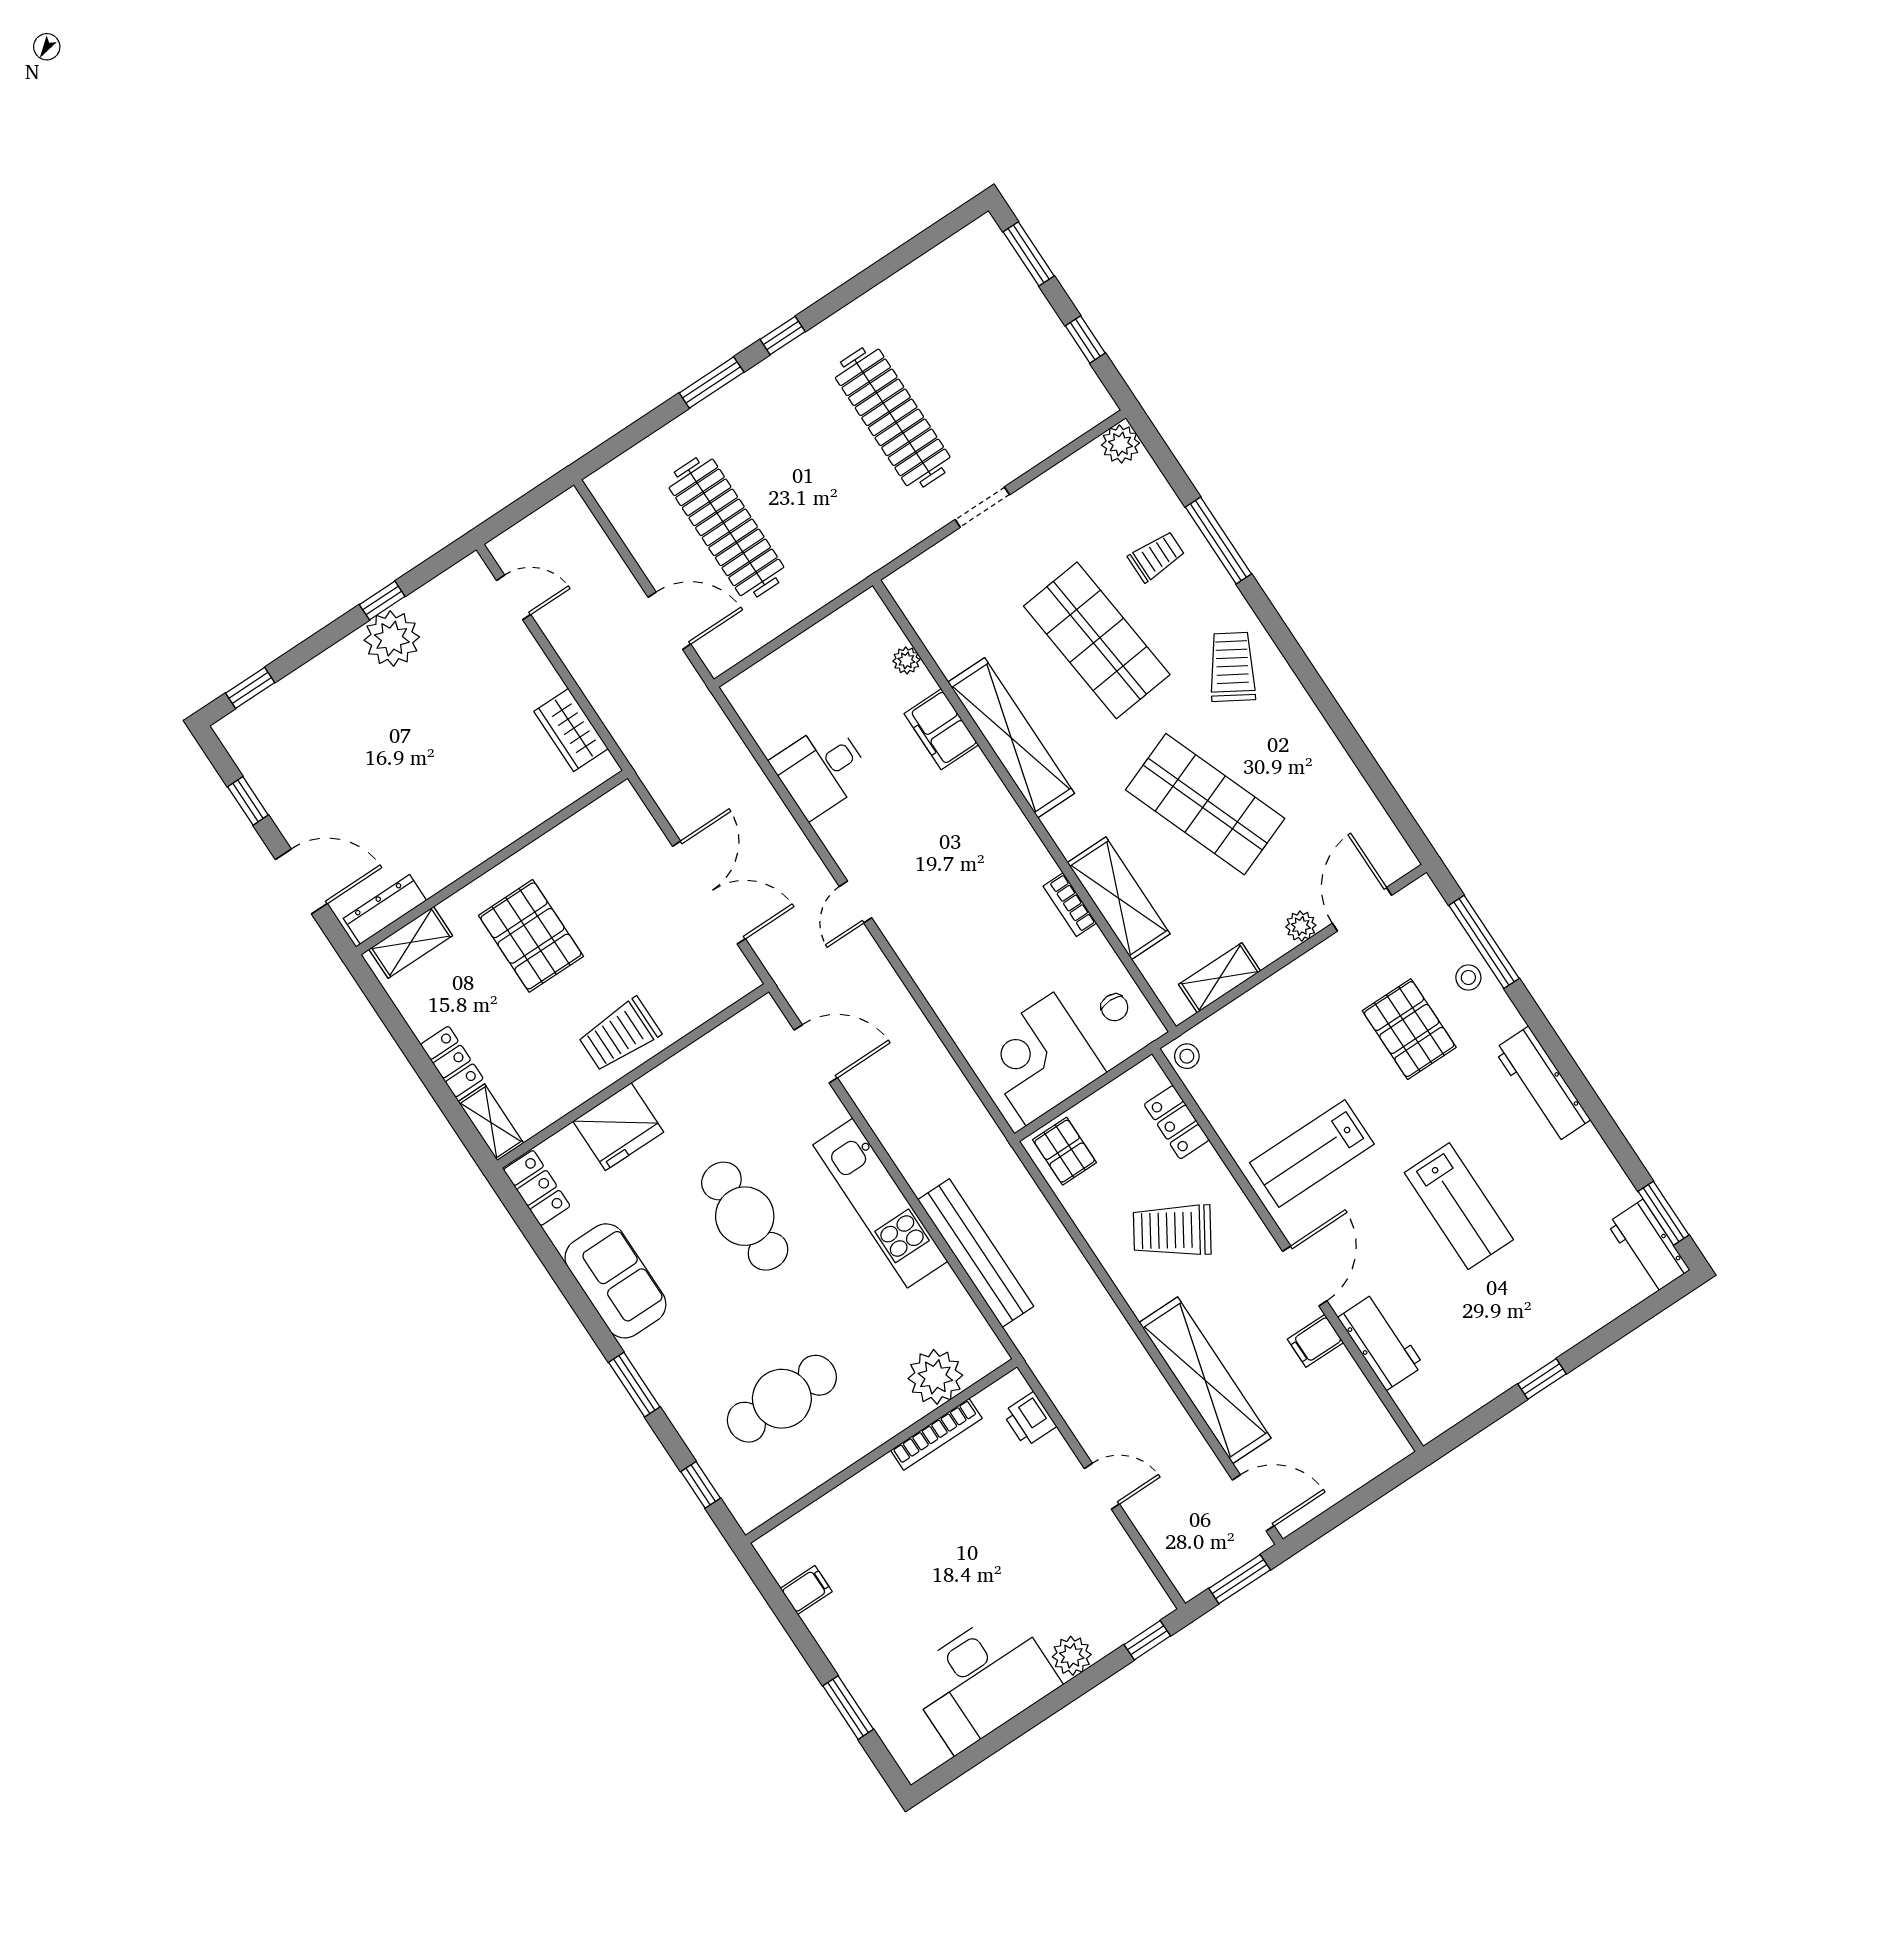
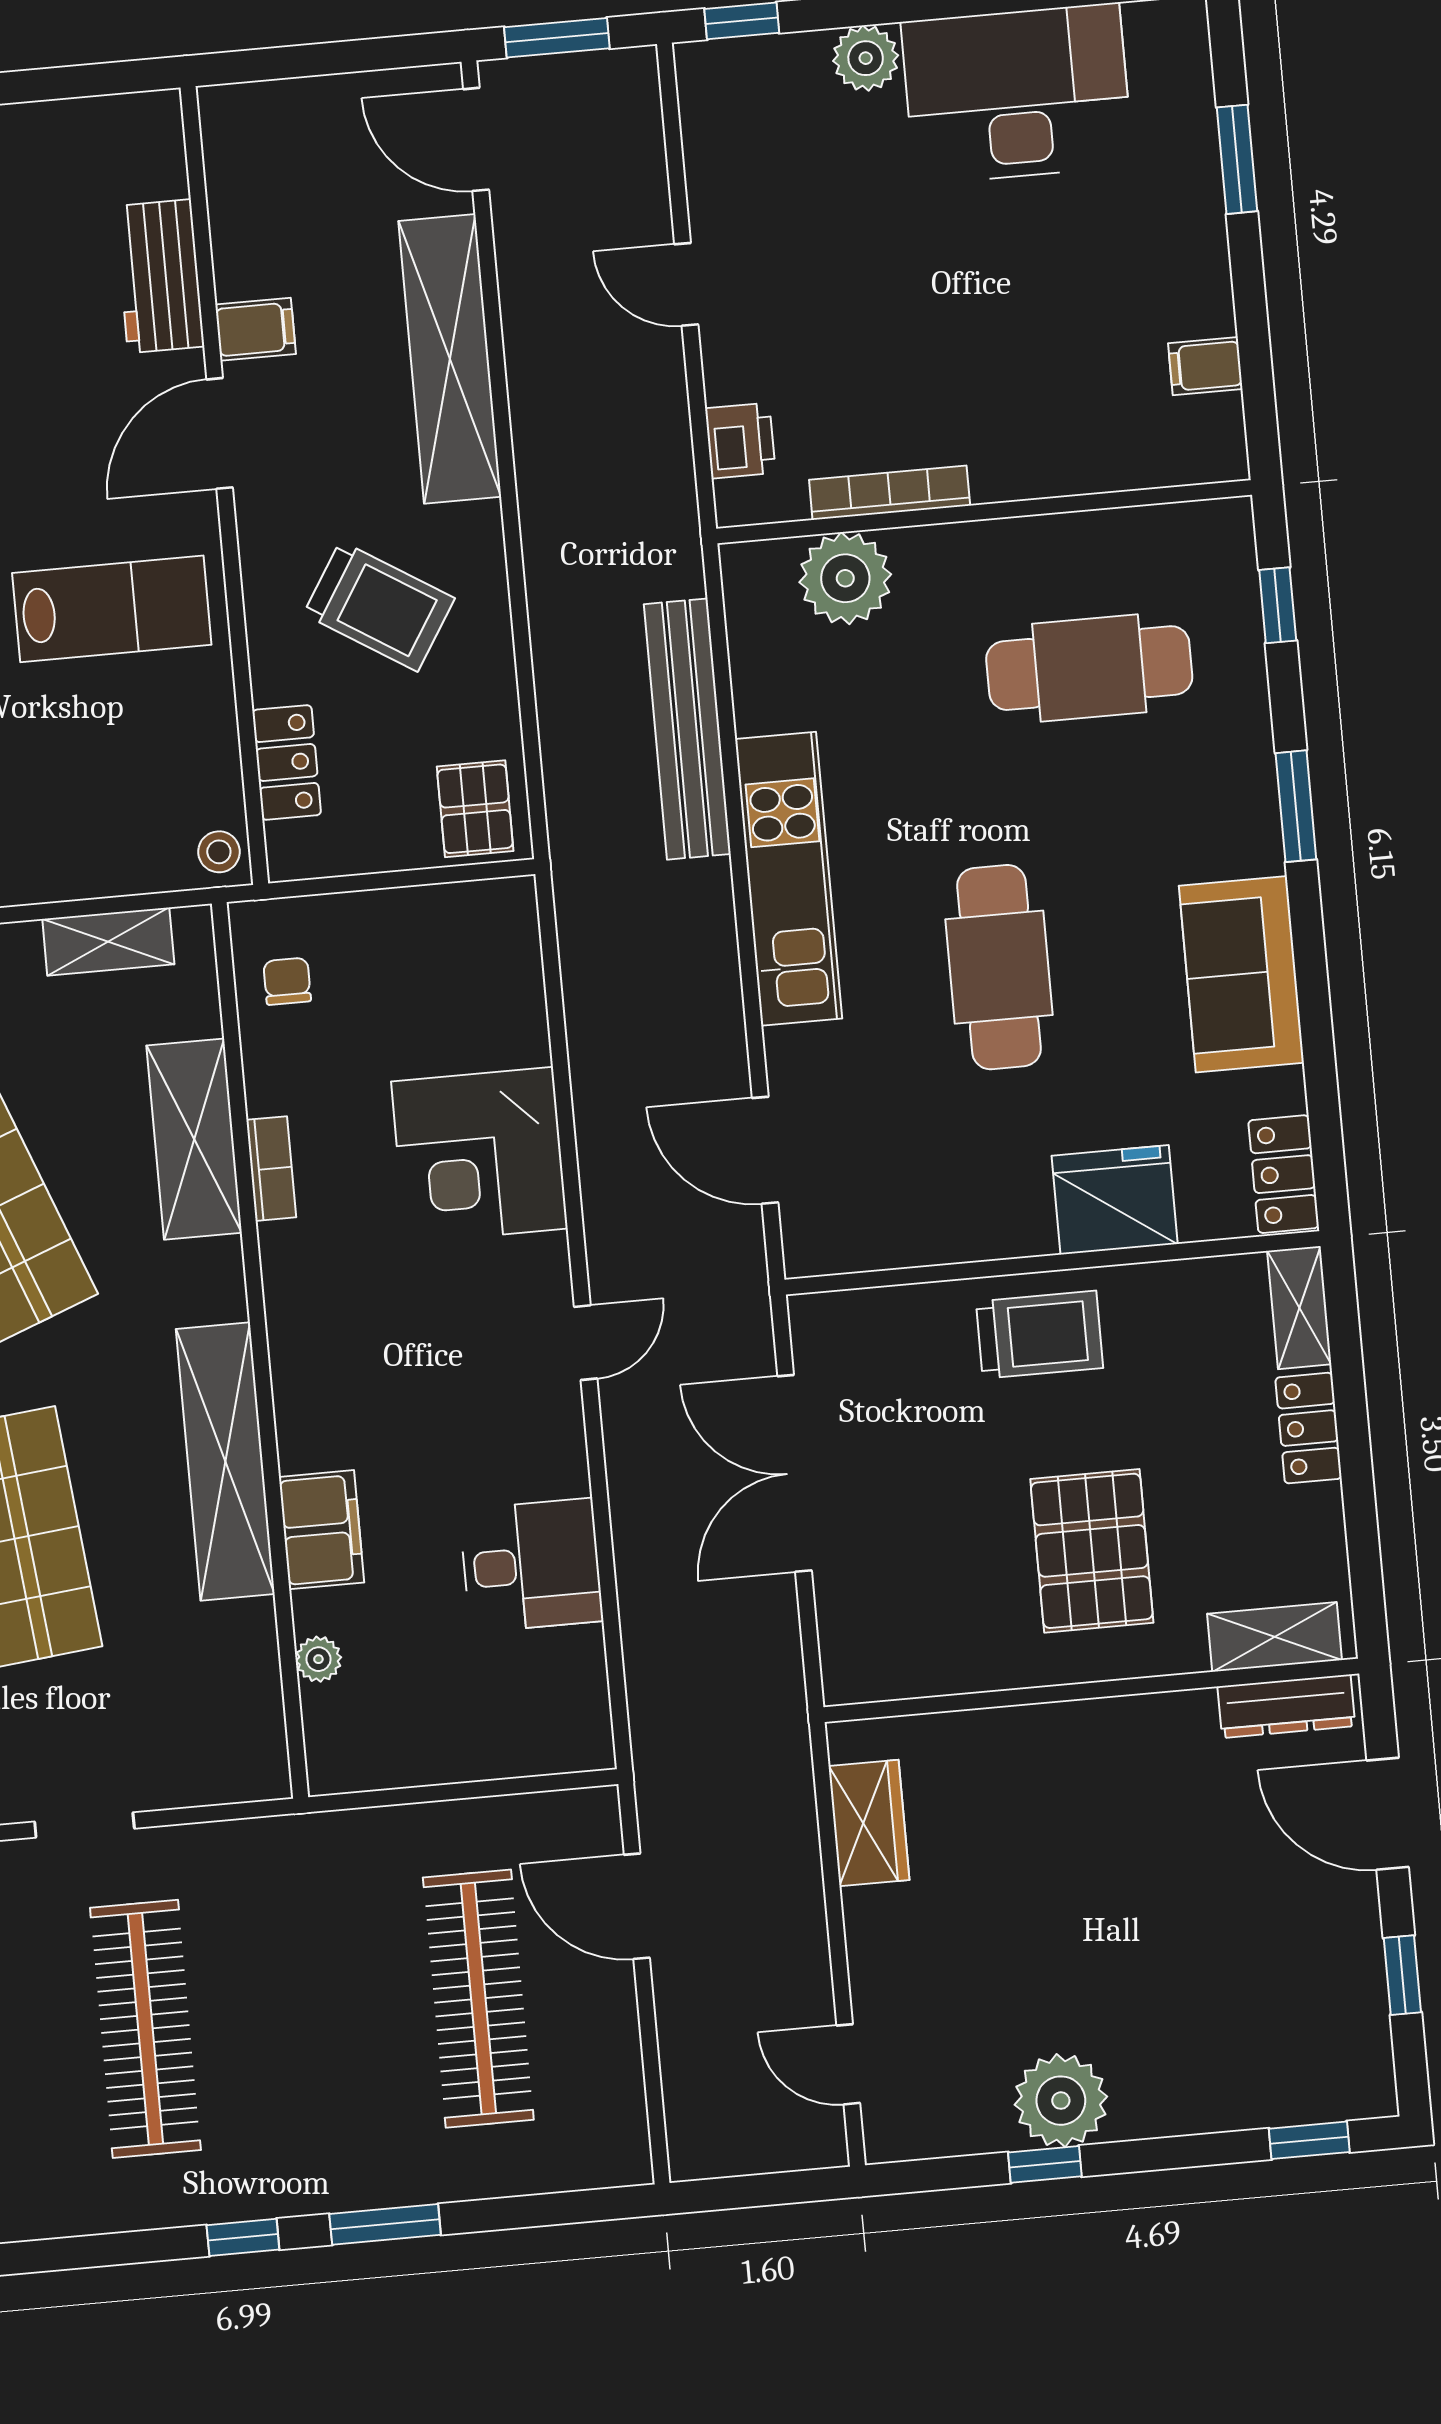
corner desk: (1040, 1059) -> (479, 1155), moved, turned 90

